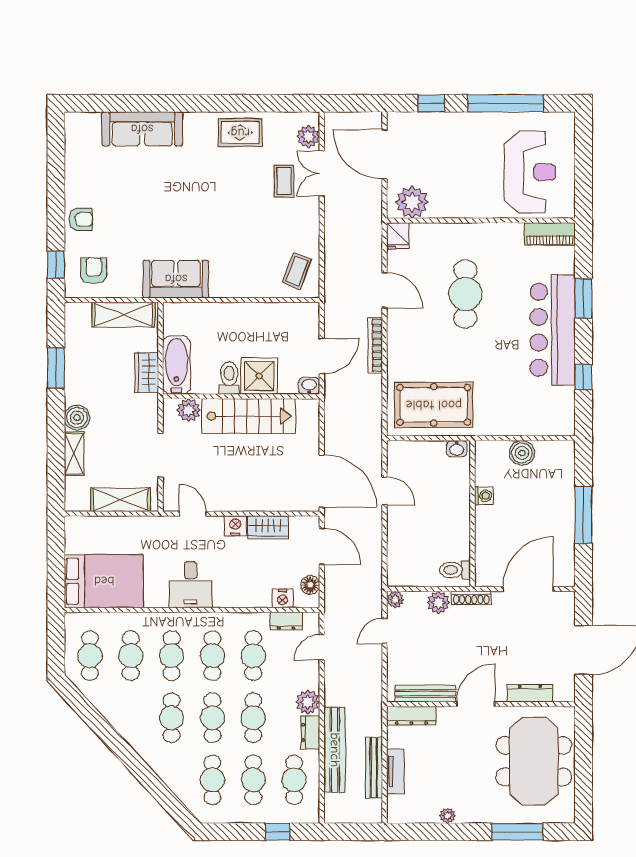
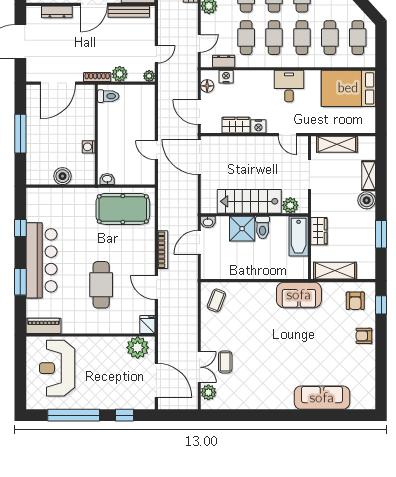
rug: (240, 133) -> (255, 395), removed

